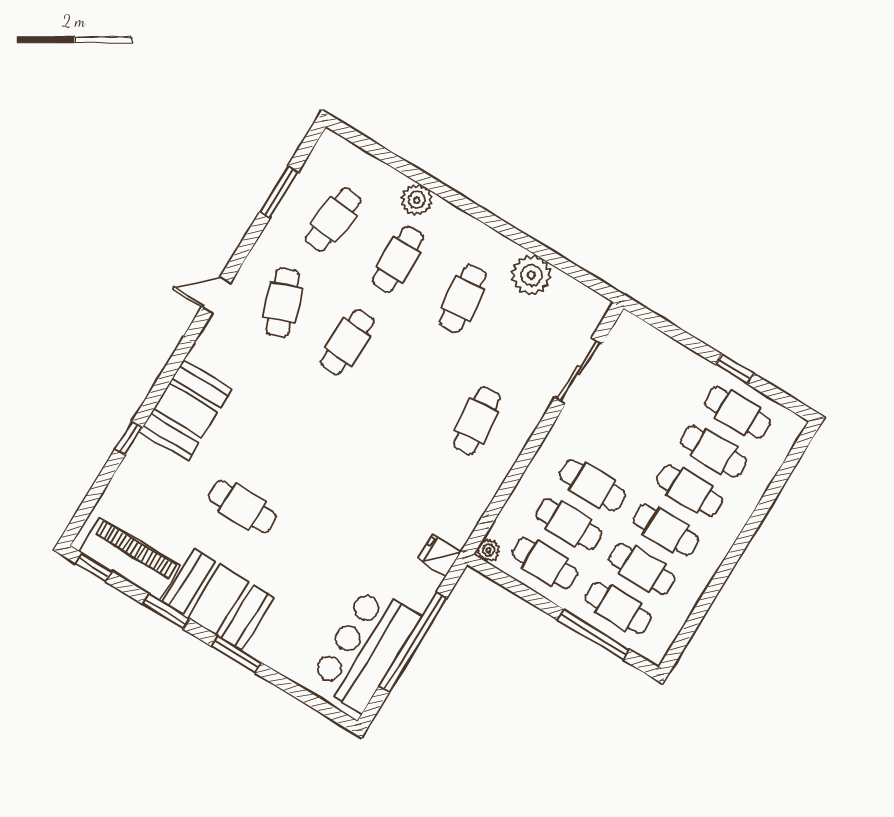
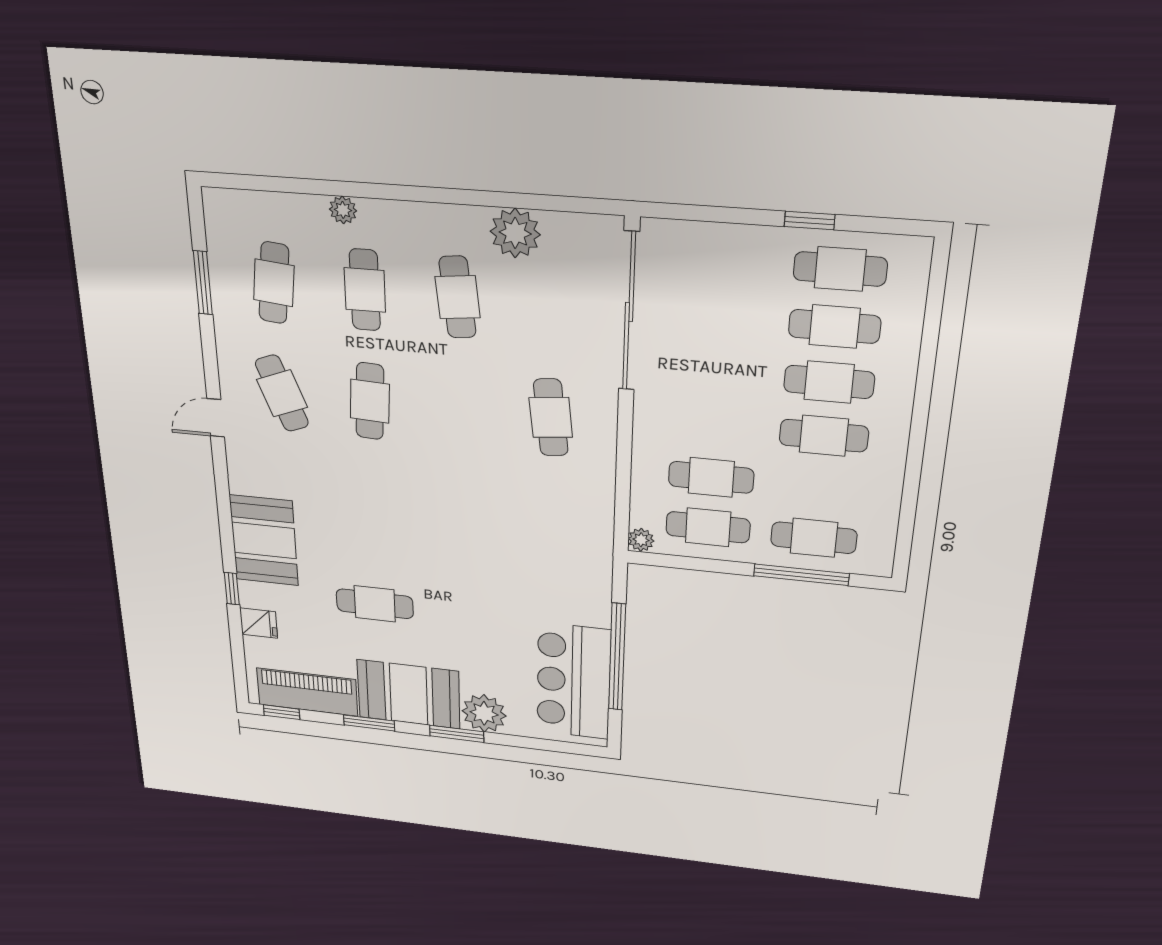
plant: (417, 200) -> (343, 210), width x0.73, depth x0.73
sliding door: (579, 371) -> (629, 312), width x1.86
cafe table: (592, 485) -> (714, 426), removed
fridge: (439, 555) -> (259, 623), moved, turned 180
cafe table: (642, 569) -> (819, 488), removed
plant: (272, 645) -> (484, 713), added

